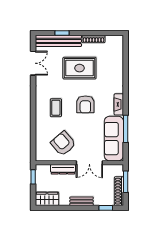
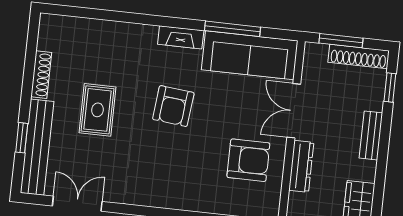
rug: (79, 68) -> (98, 110), width x0.73, depth x0.70
armchair: (85, 104) -> (173, 106), turned 96
coffee table: (56, 108) -> (173, 167), removed
armchair: (63, 143) -> (248, 160), turned -139
double door: (89, 163) -> (294, 111), swing flipped

